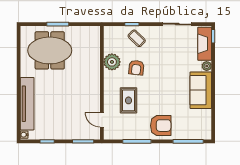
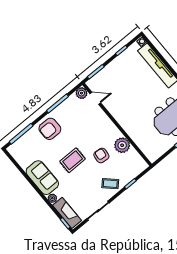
coffee table: (137, 38) -> (110, 184), moved
rug: (128, 100) -> (73, 160), moved, turned 90
plant: (110, 133) -> (81, 93), added

